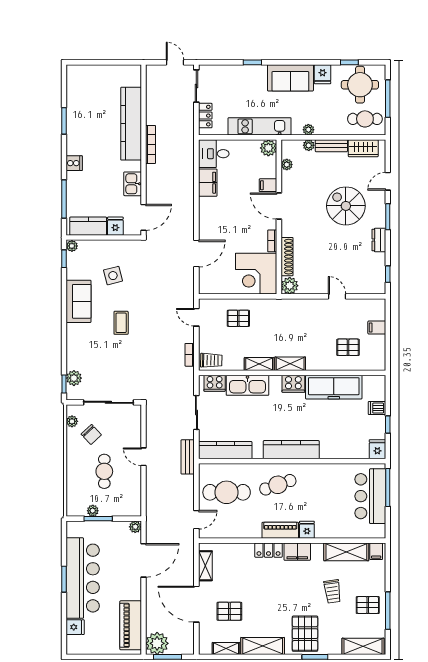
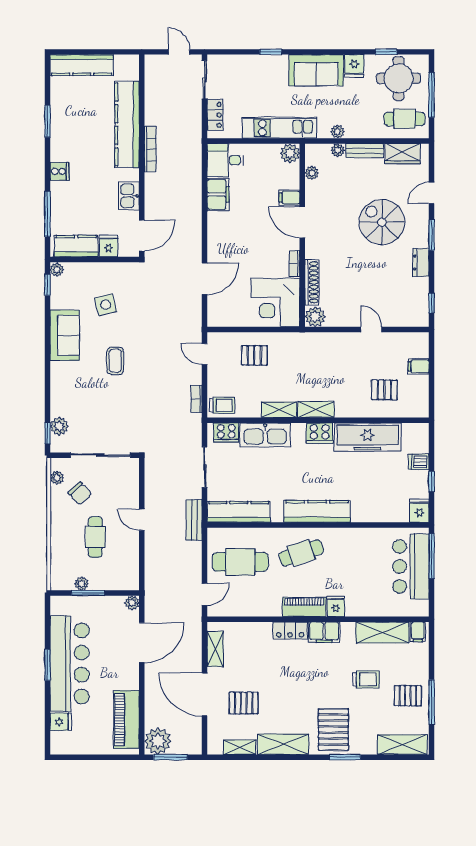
kitchen counter: (93, 73) -> (82, 65), added
trolley: (332, 591) -> (366, 679), turned -82

